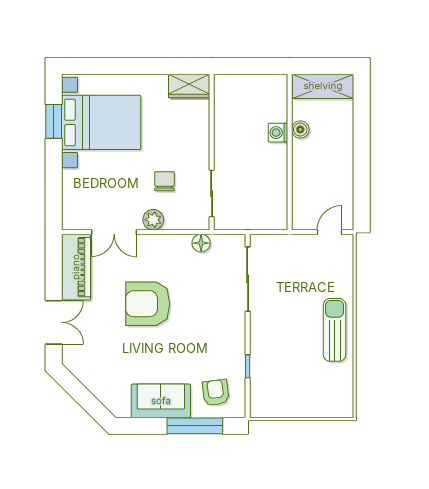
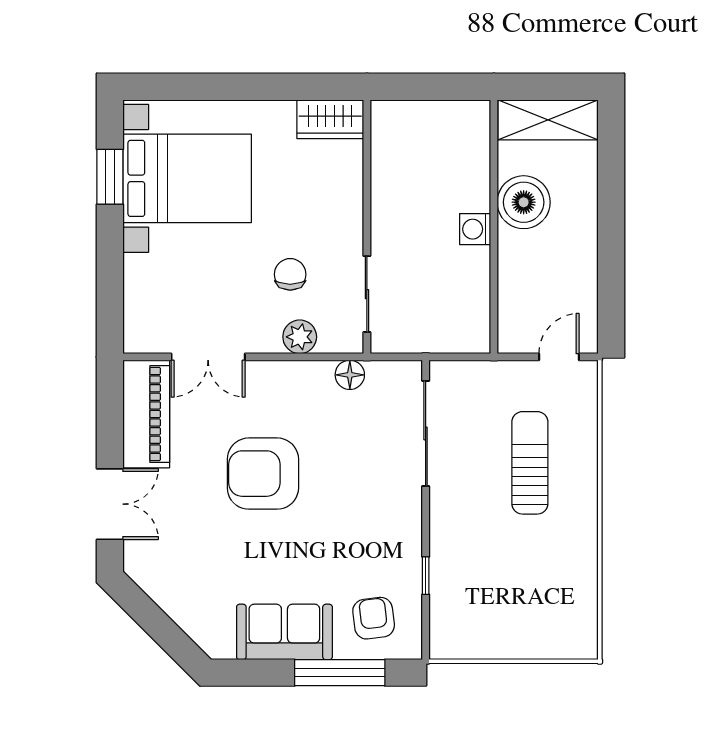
boiler: (300, 129) -> (524, 202), width x1.86, depth x1.86
washing machine: (278, 133) -> (475, 229), moved
plant: (153, 220) -> (300, 337), moved
sun lounger: (335, 330) -> (530, 463), moved

